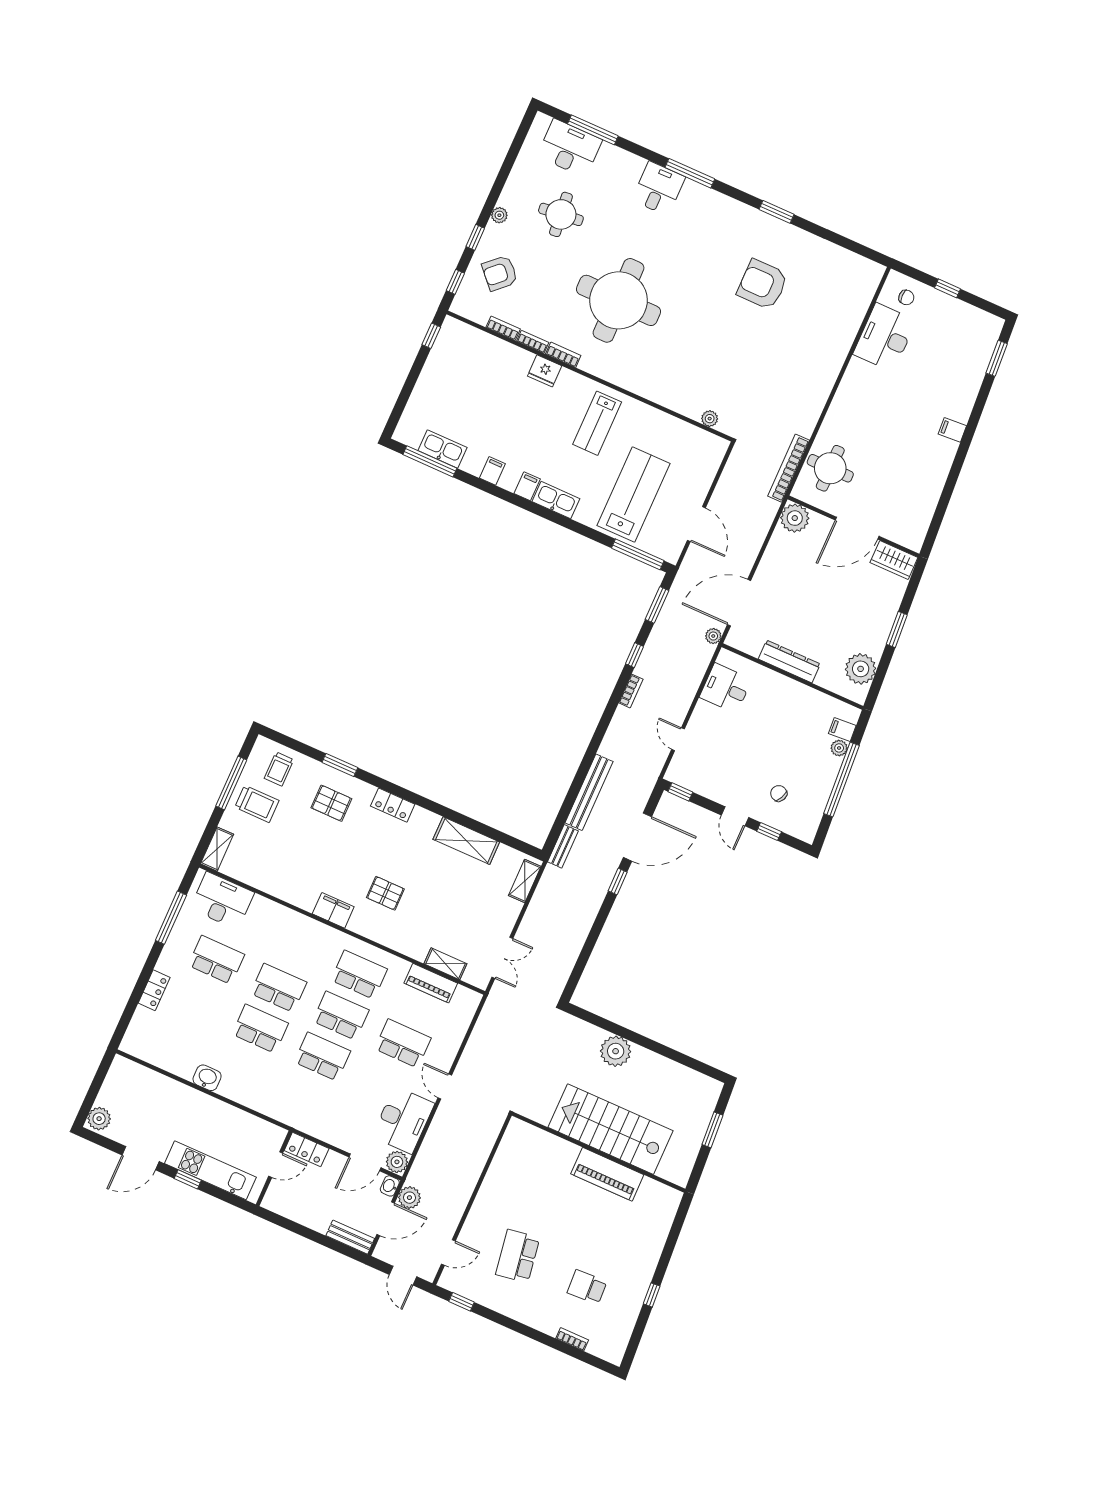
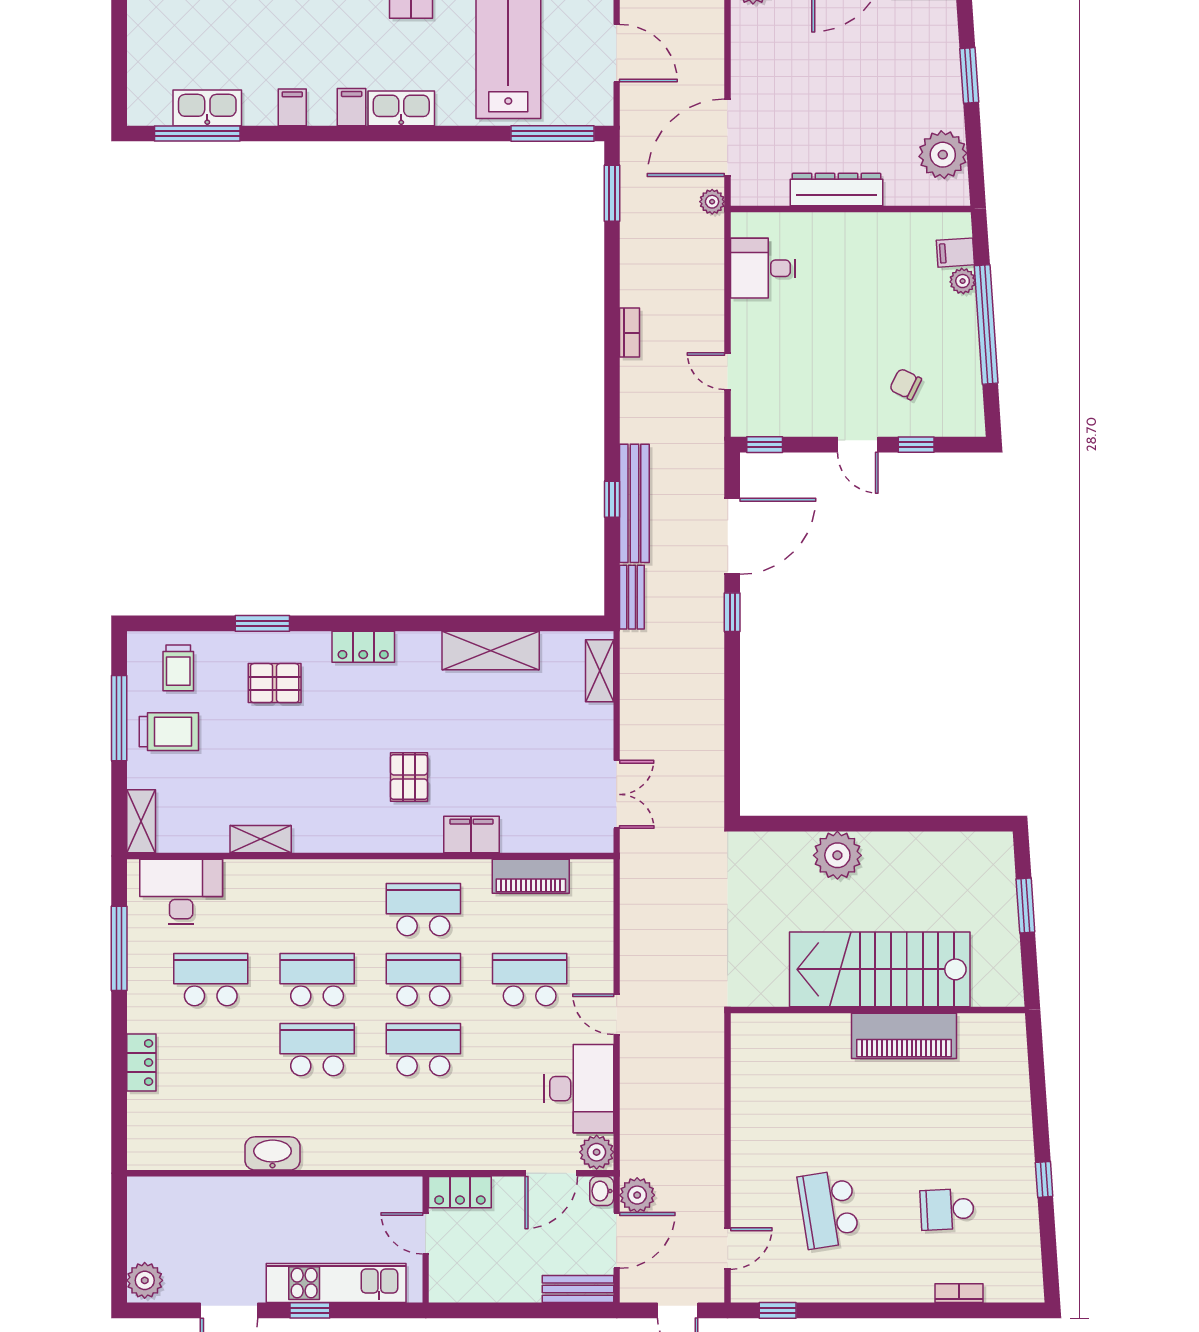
window: (634, 655) -> (612, 499), moved
pallet: (385, 893) -> (409, 777), turned 90
filing cabinet: (333, 910) -> (471, 834), moved
shelving: (445, 964) -> (261, 839), moved
washbasin: (207, 1078) -> (273, 1153), width x1.38
door: (276, 1165) -> (426, 1233), swing flipped

